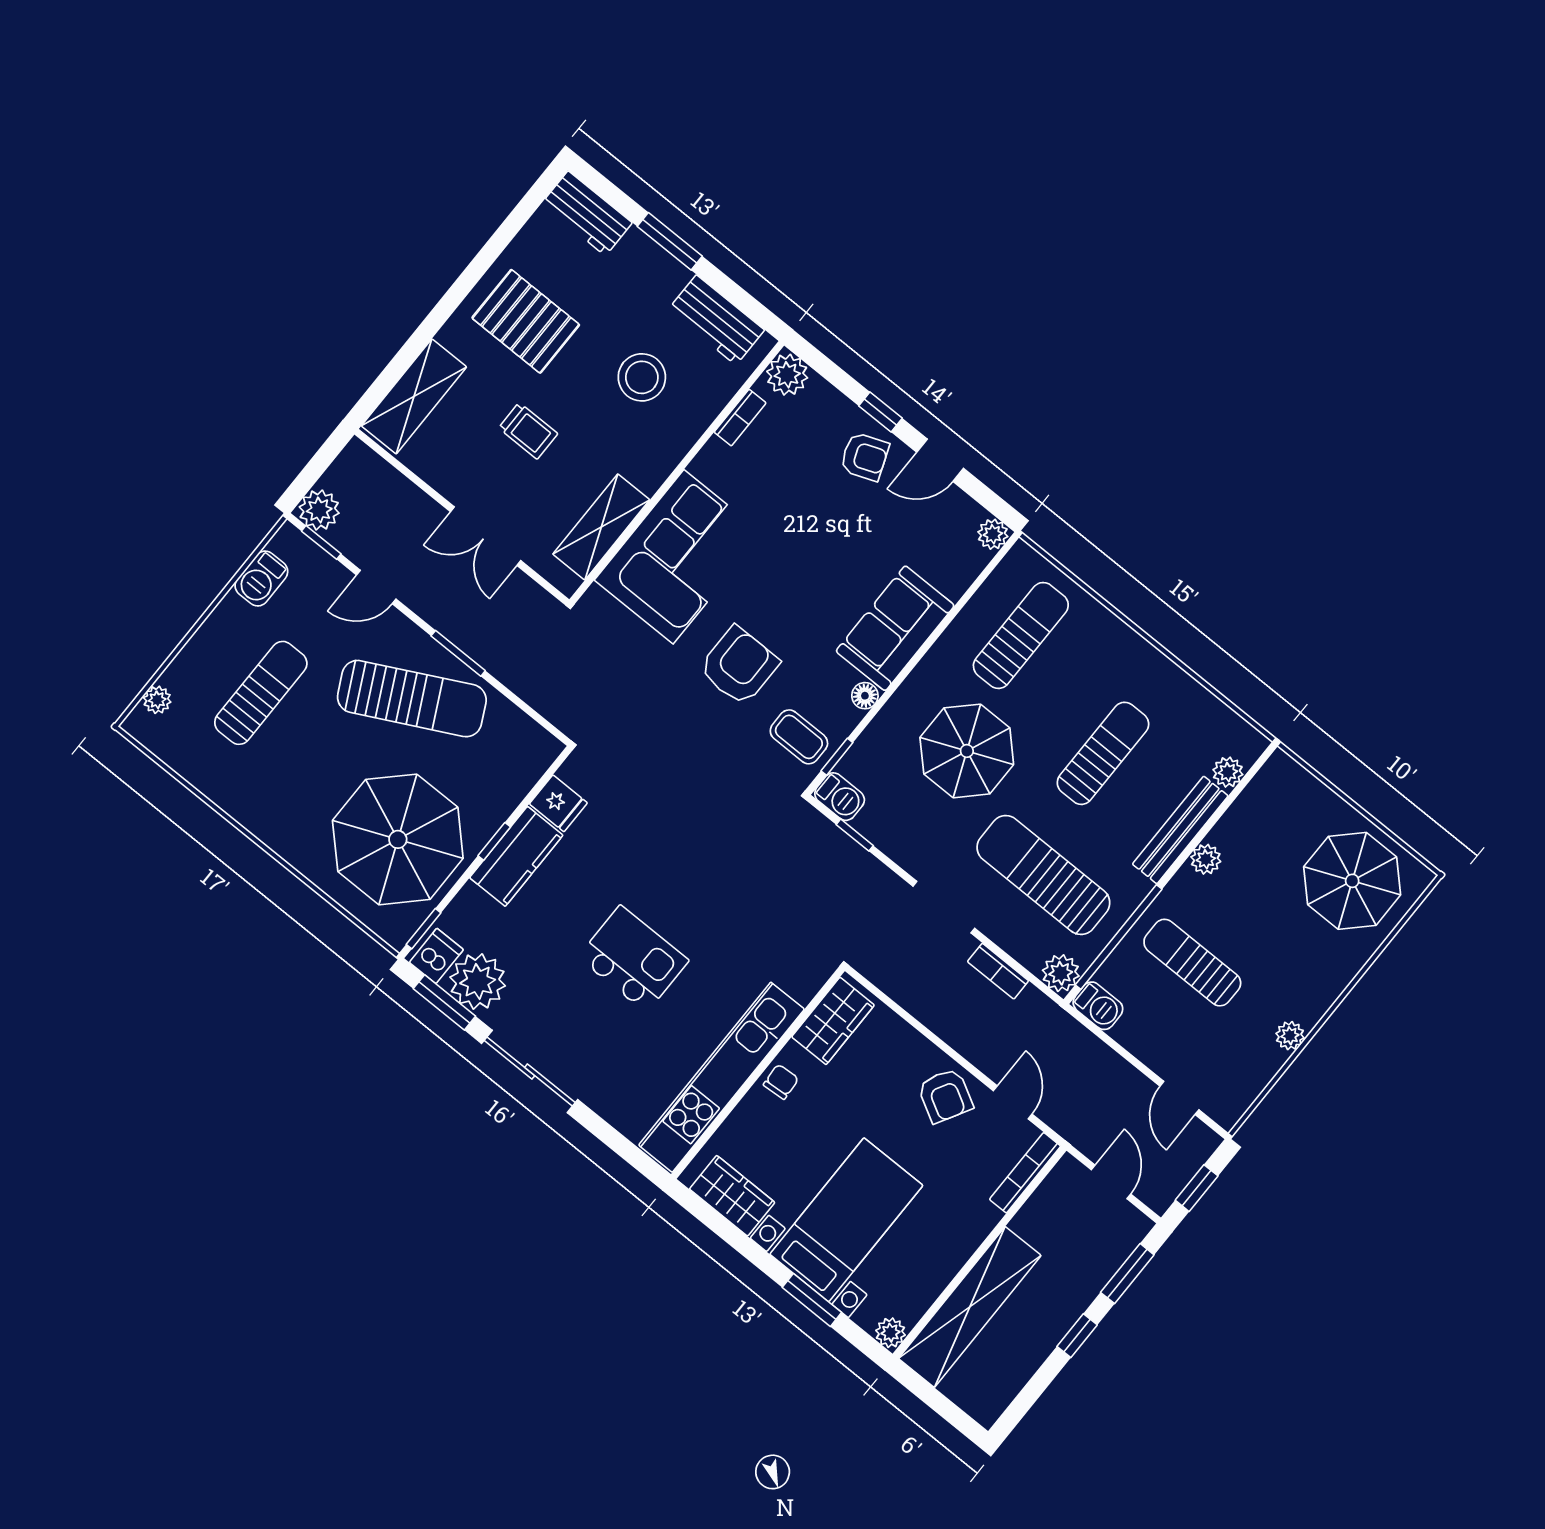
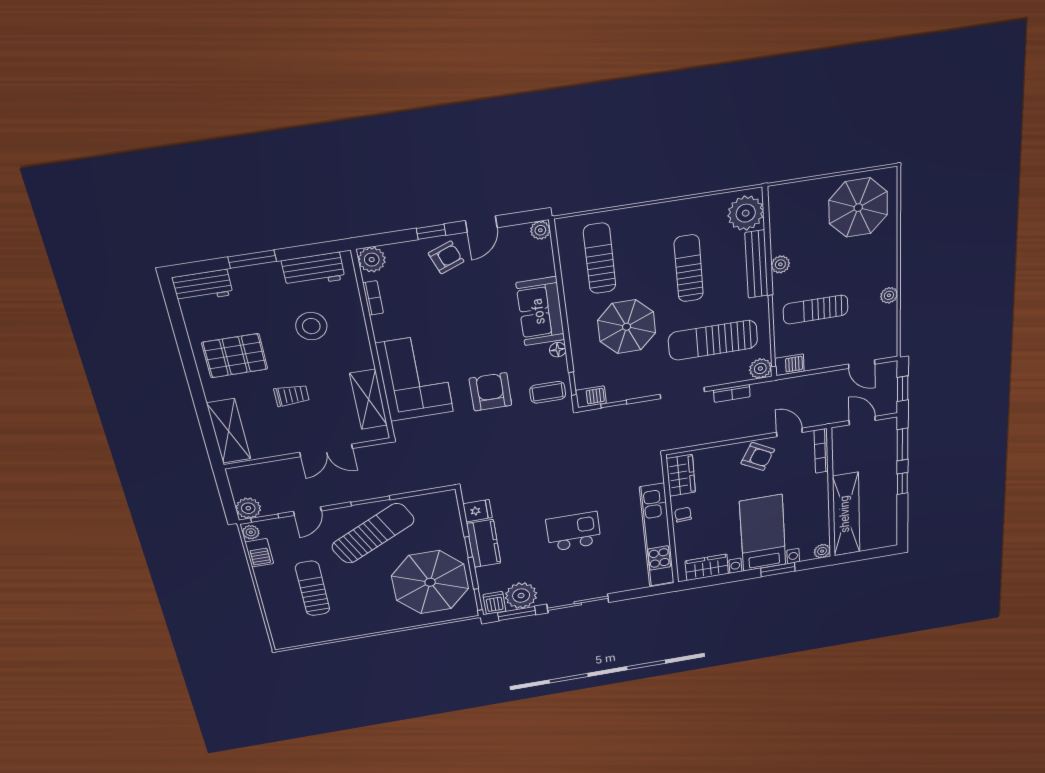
plant: (157, 700) -> (251, 532), moved
plant: (1228, 772) -> (746, 213), width x1.87, depth x1.87

